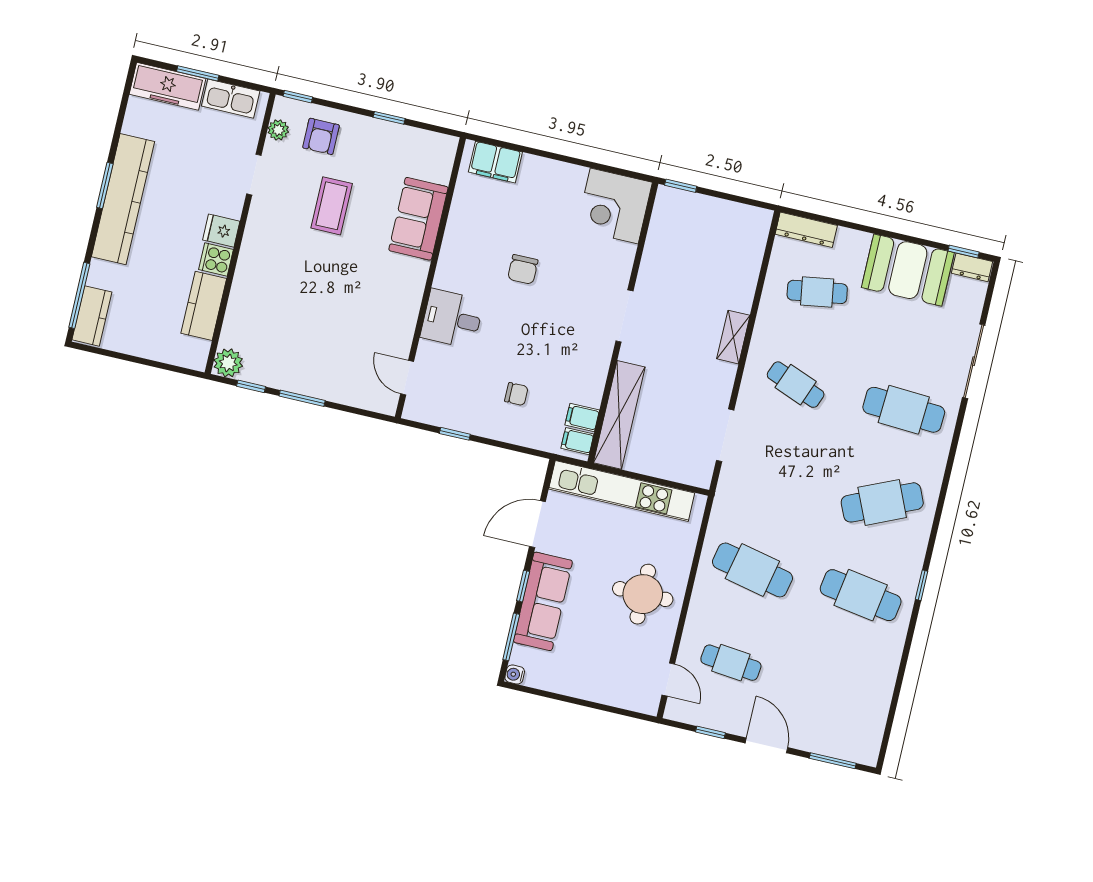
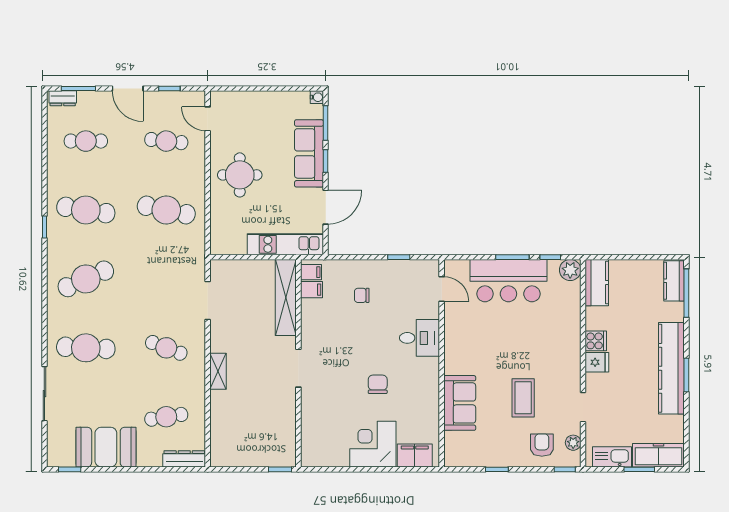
corner desk: (614, 206) -> (373, 444), moved, turned -90
dresser: (972, 267) -> (63, 98), moved, turned 180
kitchen counter: (204, 306) -> (597, 283), moved
bar counter: (315, 368) -> (508, 281), added
kitchen unit: (622, 491) -> (285, 244), width x0.73
cafe table: (839, 688) -> (86, 141), added

